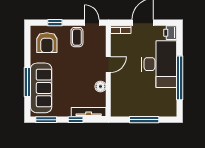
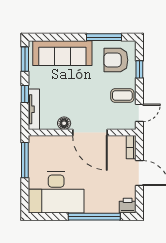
desk: (159, 64) -> (56, 192), moved
door: (108, 65) -> (90, 133), width x1.87
window: (180, 78) -> (94, 217), moved
window: (27, 82) -> (104, 37), moved
window: (144, 120) -> (25, 160), moved

